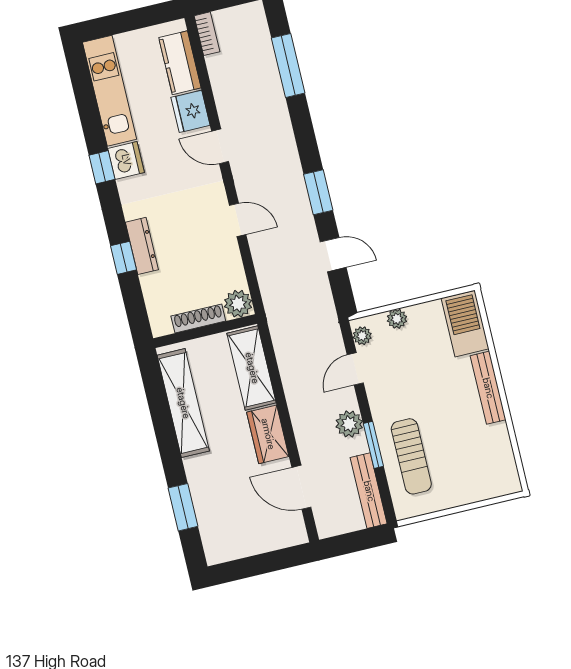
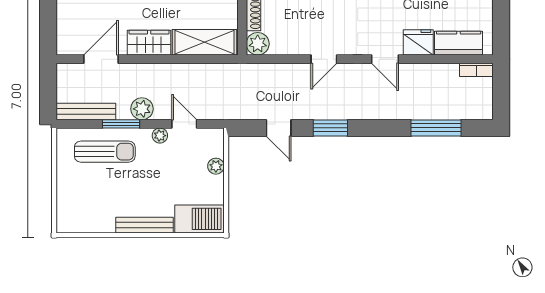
door: (220, 146) -> (385, 59), swing flipped
door: (333, 255) -> (279, 128), hinge flipped
plant: (362, 336) -> (160, 136), moved
sun lounger: (411, 456) -> (105, 152), turned 180

